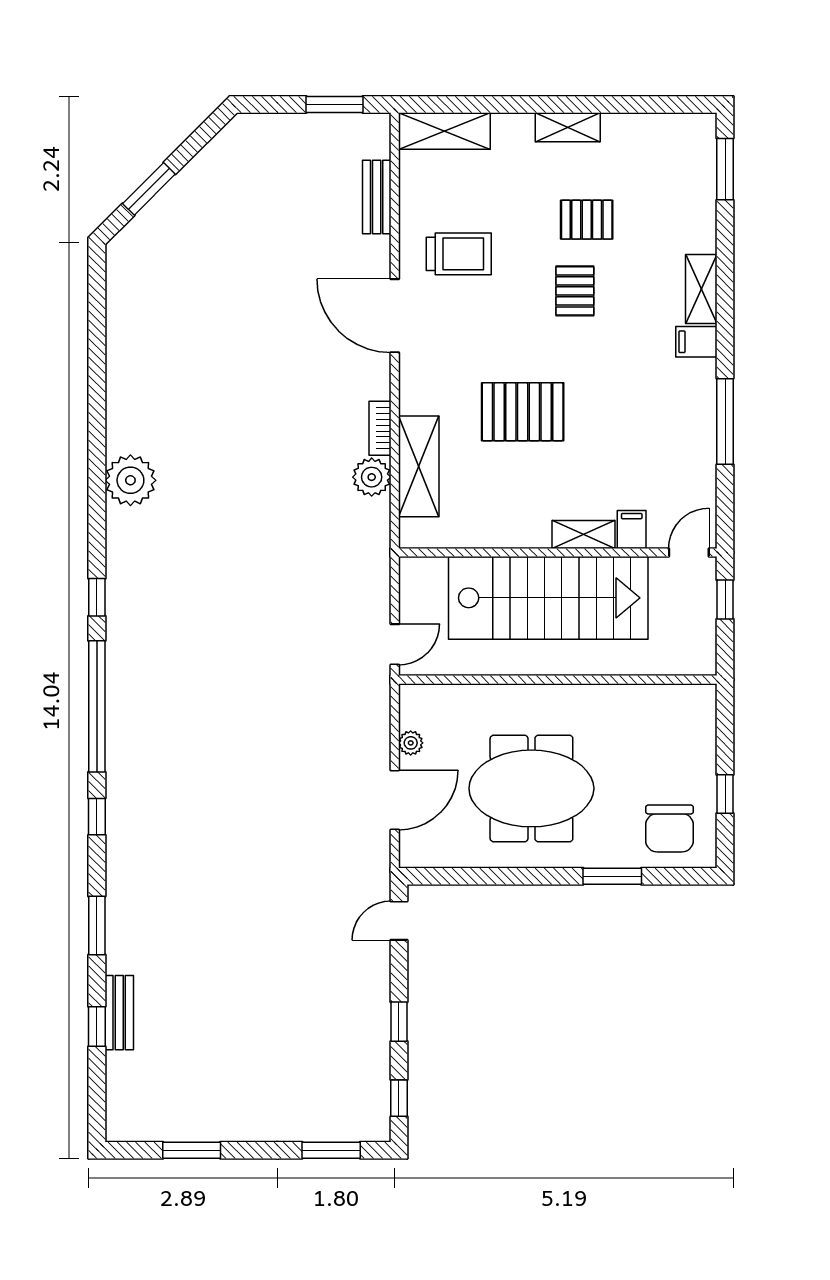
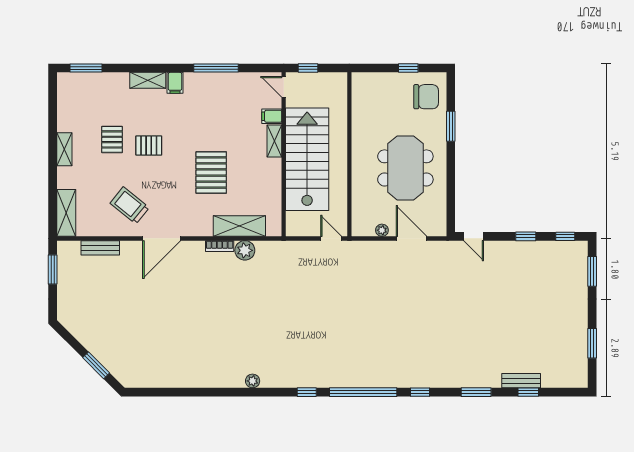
trolley: (459, 254) -> (130, 205), turned -51
plant: (130, 480) -> (253, 381), width x0.53, depth x0.53

